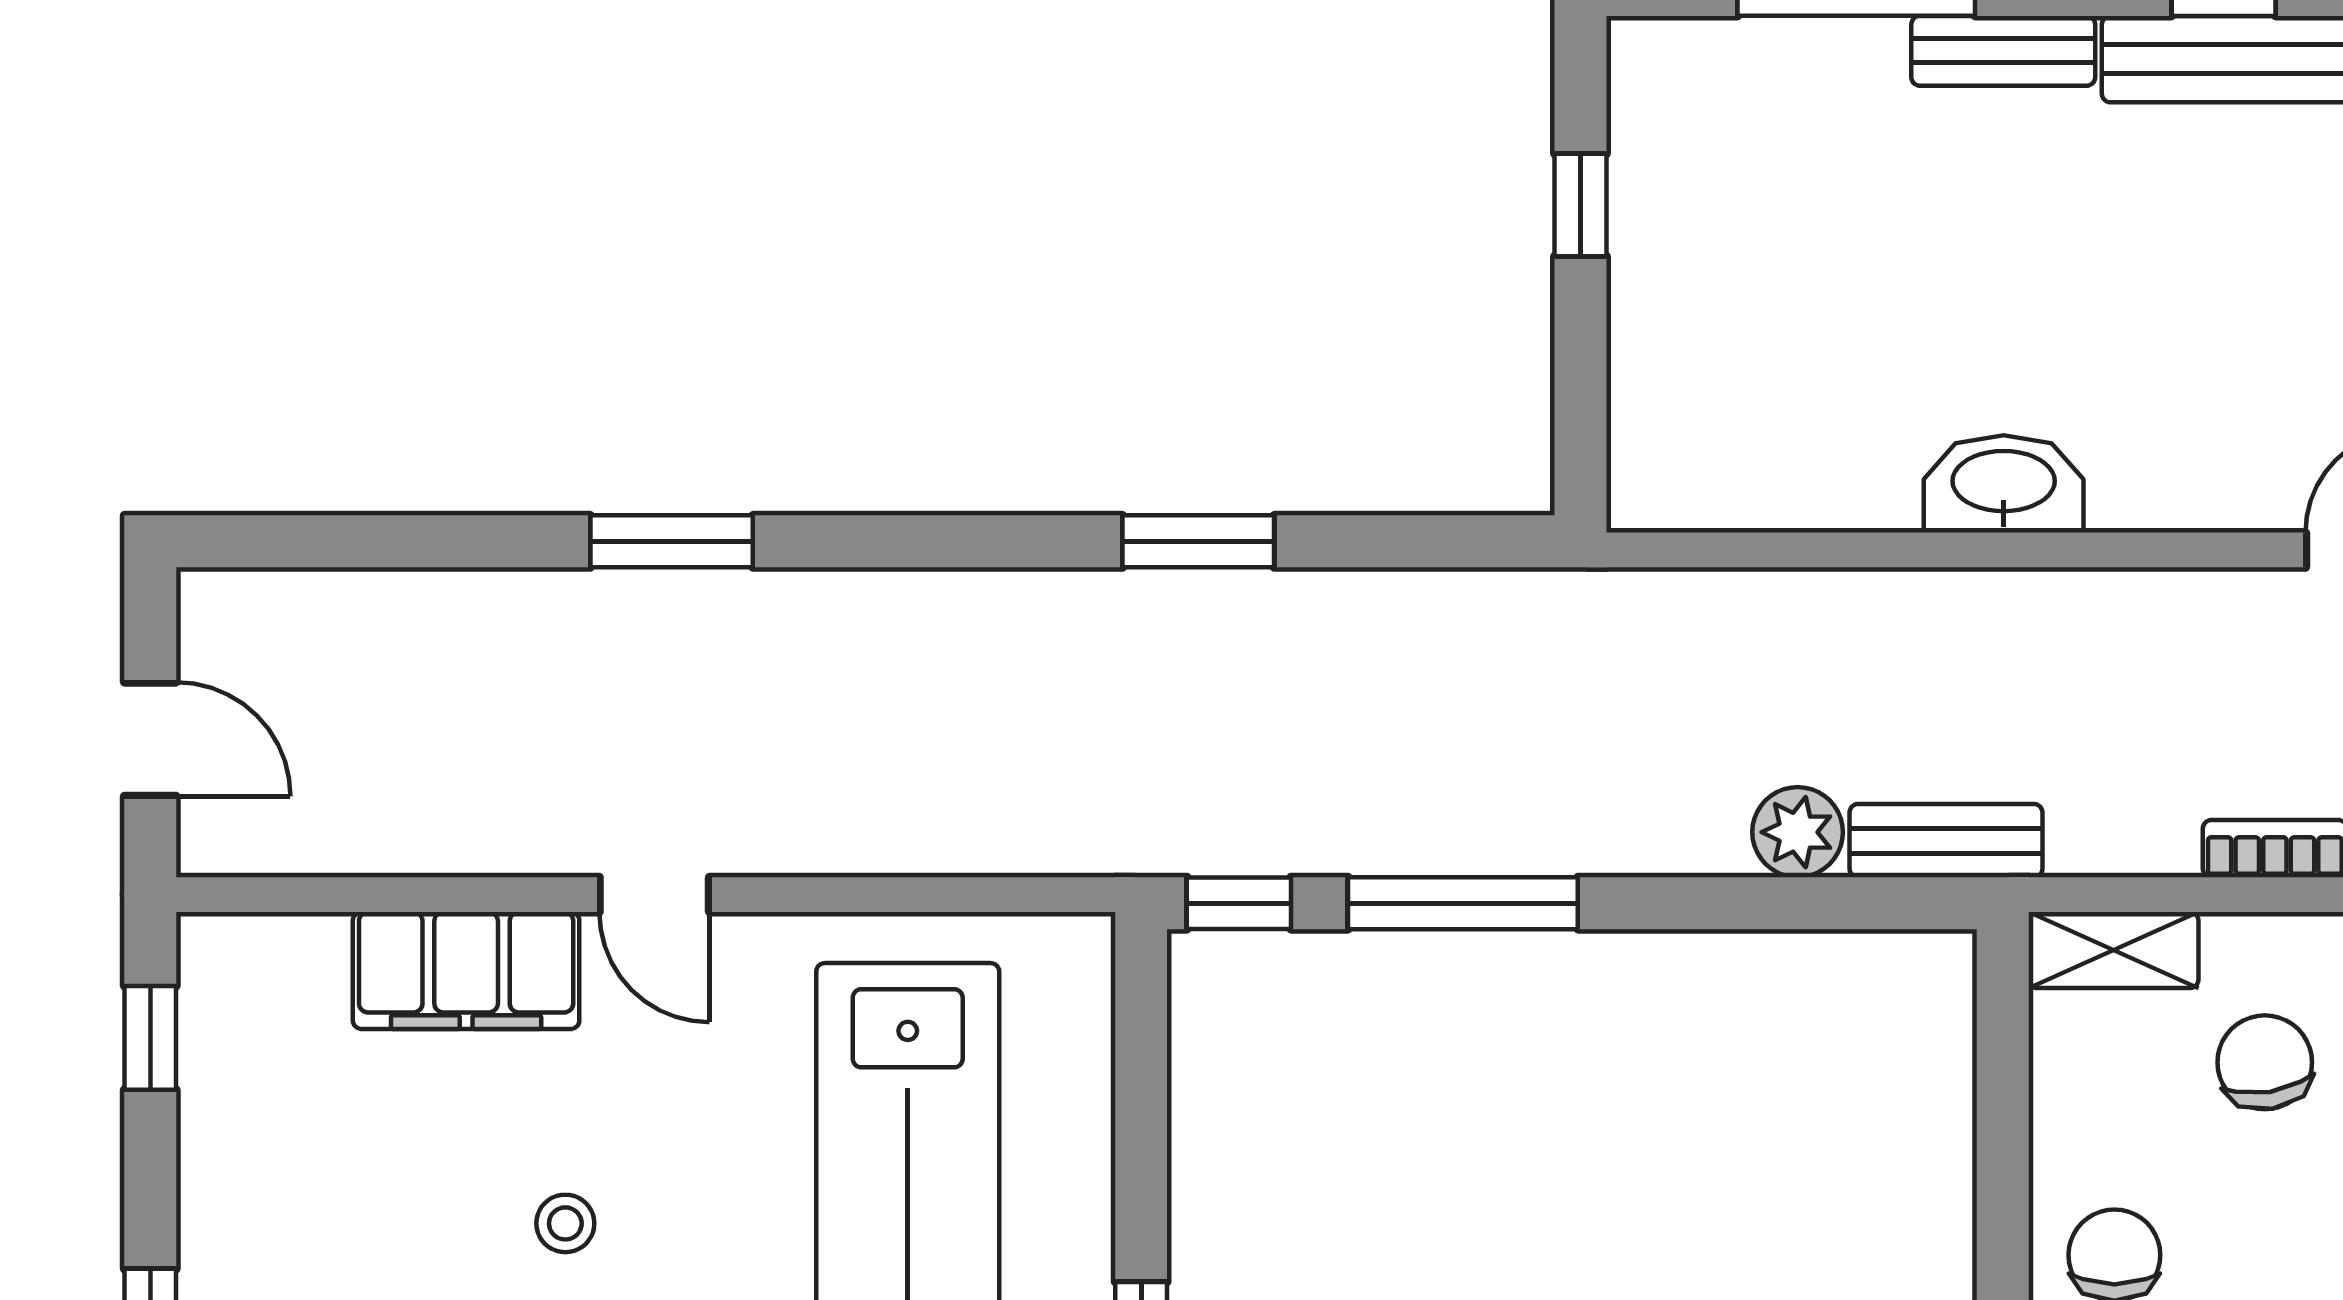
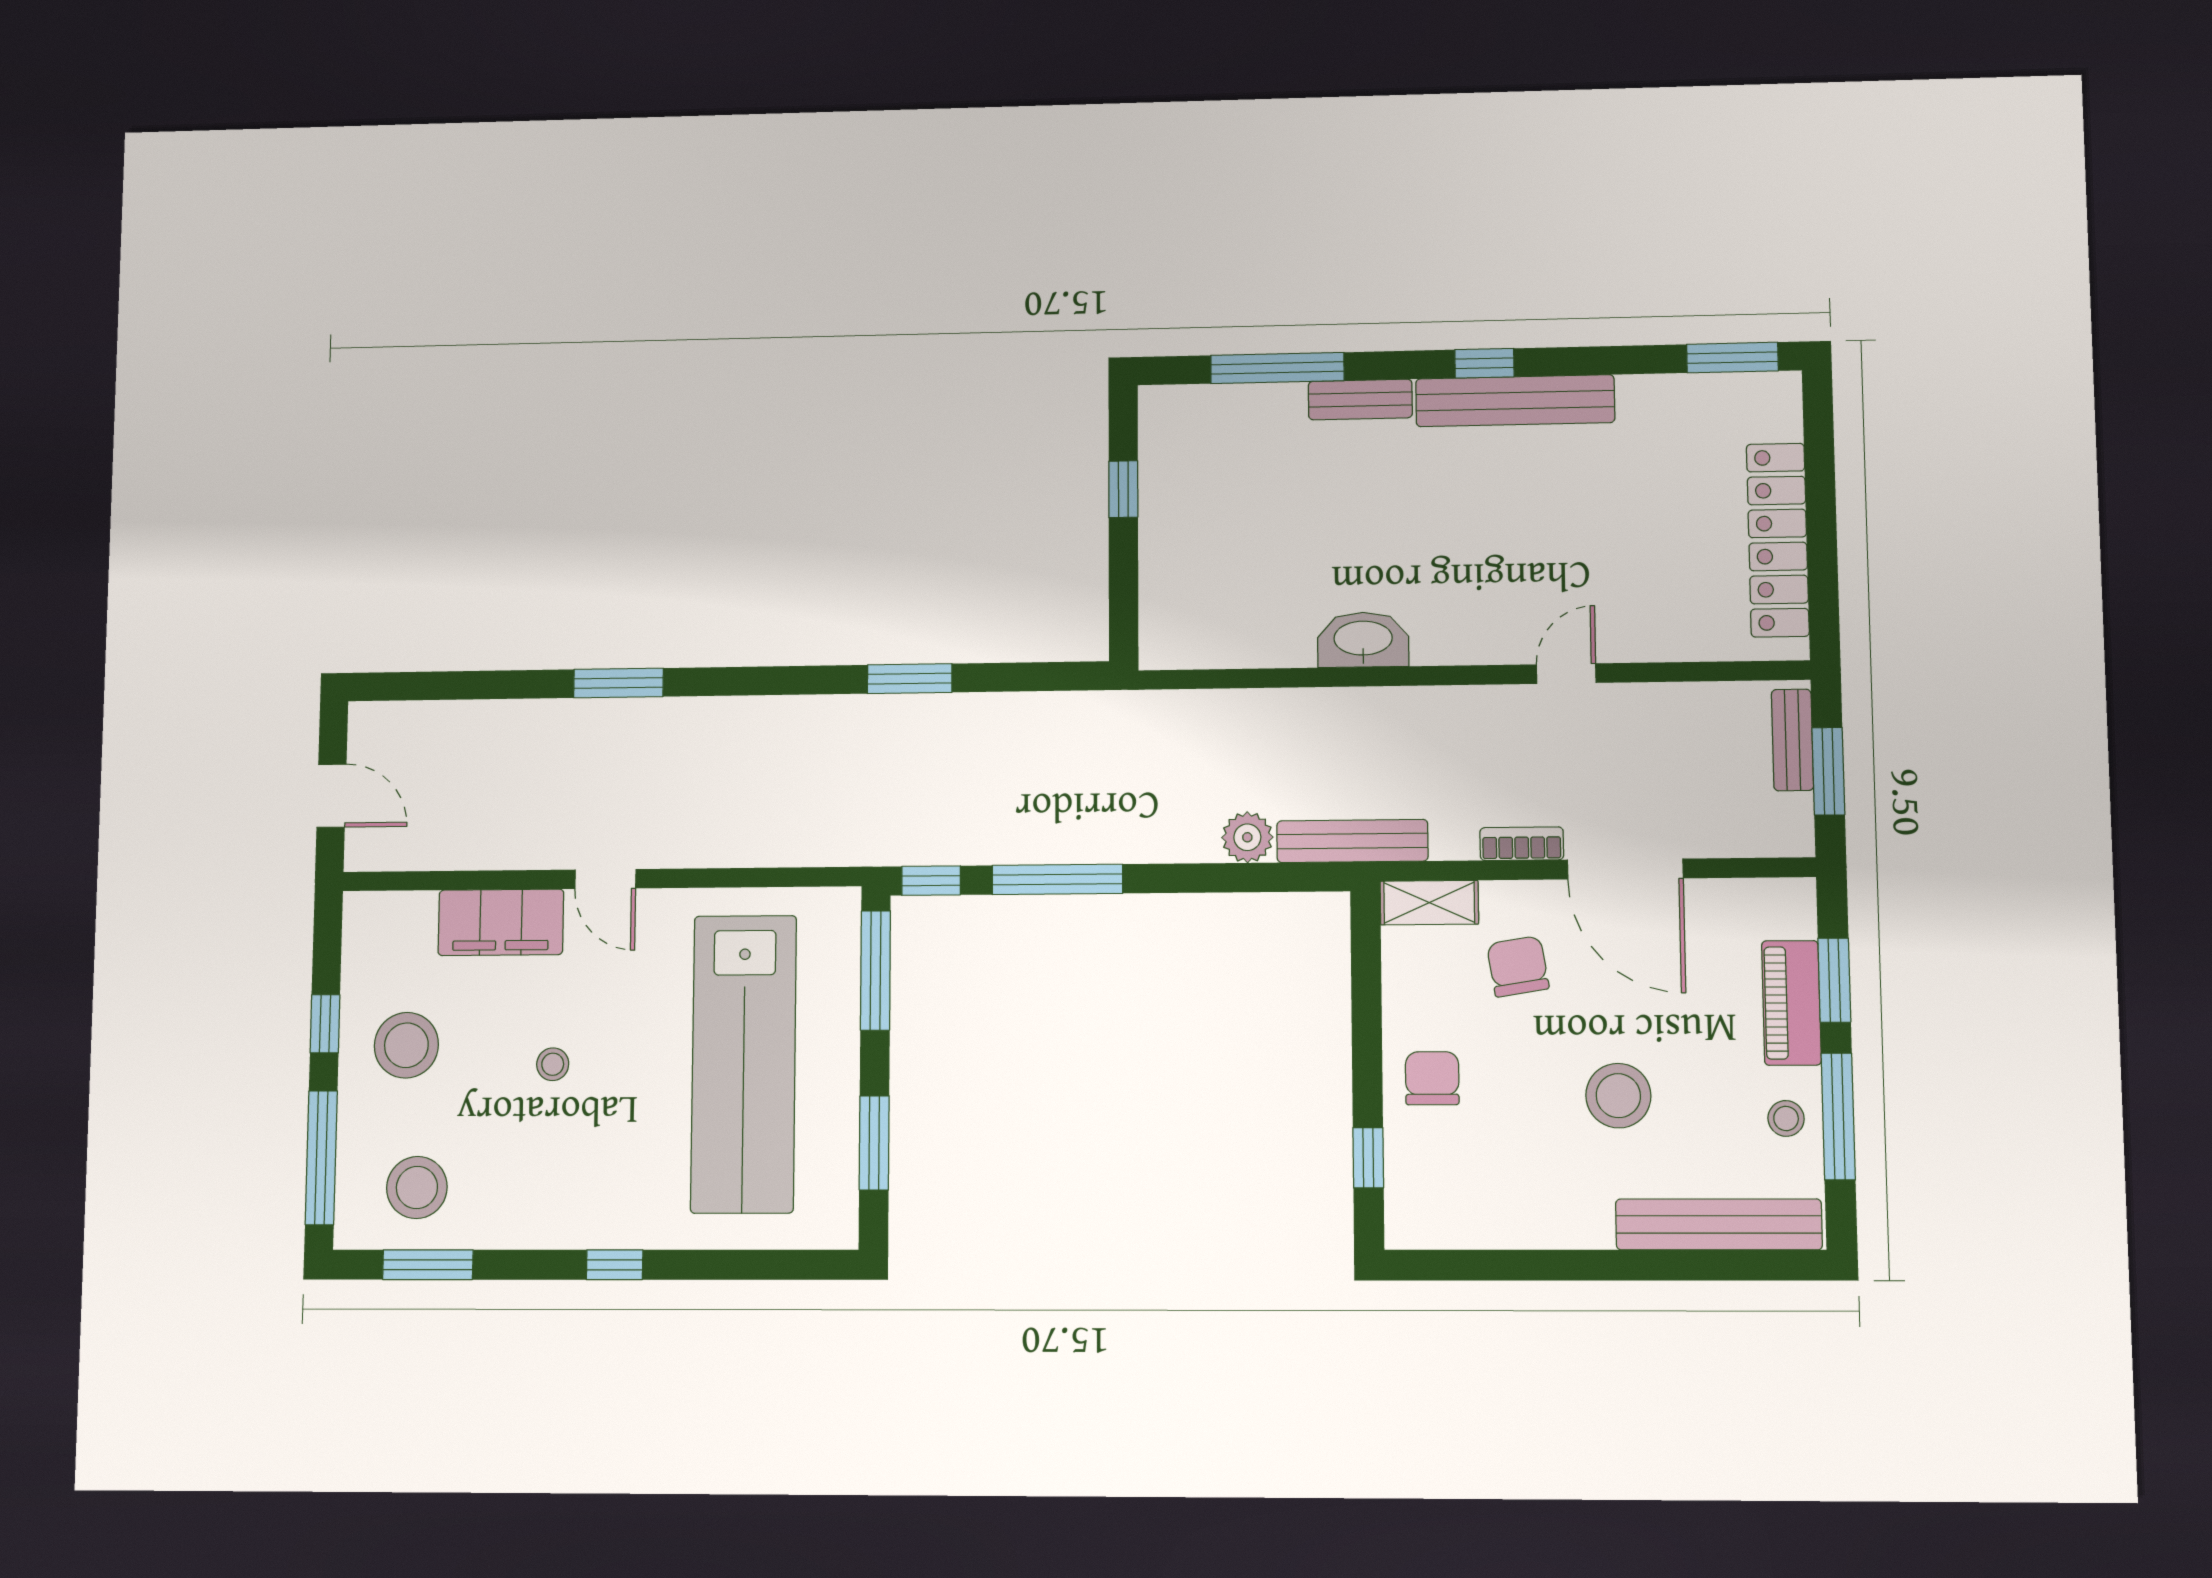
bench: (1946, 841) -> (1352, 841), width x1.36
window: (150, 1038) -> (325, 1024), moved
window: (1141, 1061) -> (876, 970), added
stool: (300, 1188) -> (406, 1045), added

